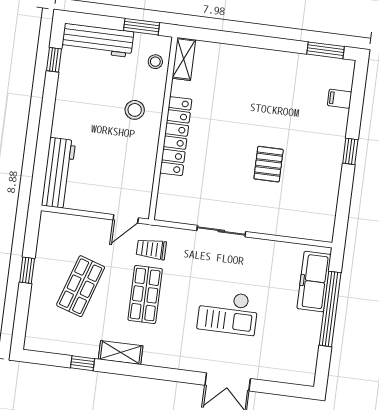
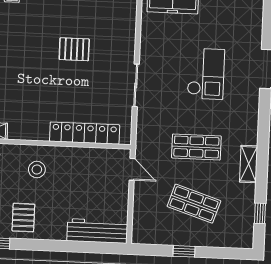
pallet: (81, 90) -> (23, 218), added
locker: (176, 136) -> (85, 133), moved
trolley: (151, 249) -> (157, 145), removed
window: (82, 363) -> (260, 213), moved

